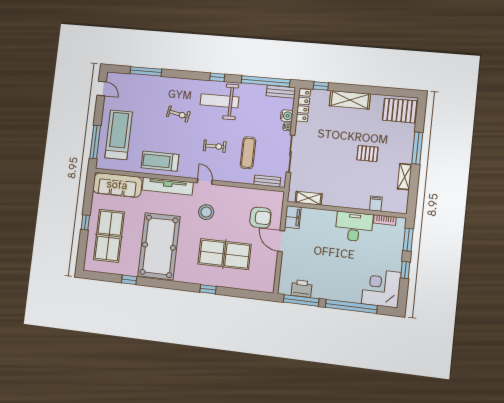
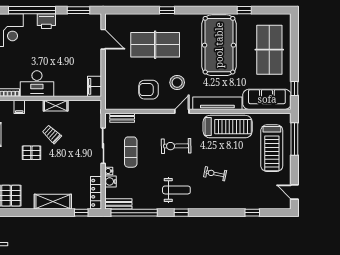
window: (146, 71) -> (252, 213), width x0.46
weight bench: (219, 101) -> (176, 190), width x0.73, depth x0.75
exercise bike: (215, 146) -> (176, 146), width x1.38, depth x1.39
exercise mat: (248, 153) -> (131, 152), moved
treadmill: (160, 161) -> (228, 127), width x1.37, depth x1.38
trolley: (344, 171) -> (52, 134), added
door: (205, 182) -> (182, 111), swing flipped
shelving: (309, 198) -> (56, 106), moved
armchair: (260, 218) -> (149, 90), moved
window: (85, 222) -> (294, 88), moved
door: (281, 241) -> (103, 39), moved
printer: (302, 289) -> (46, 21), moved
window: (301, 300) -> (78, 10), width x0.69

